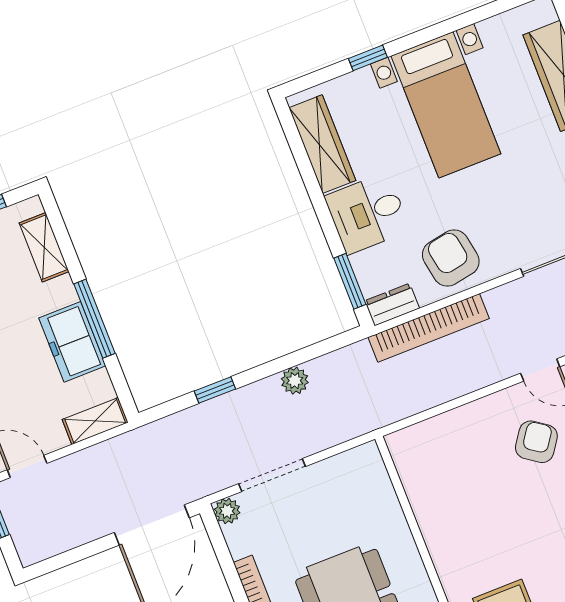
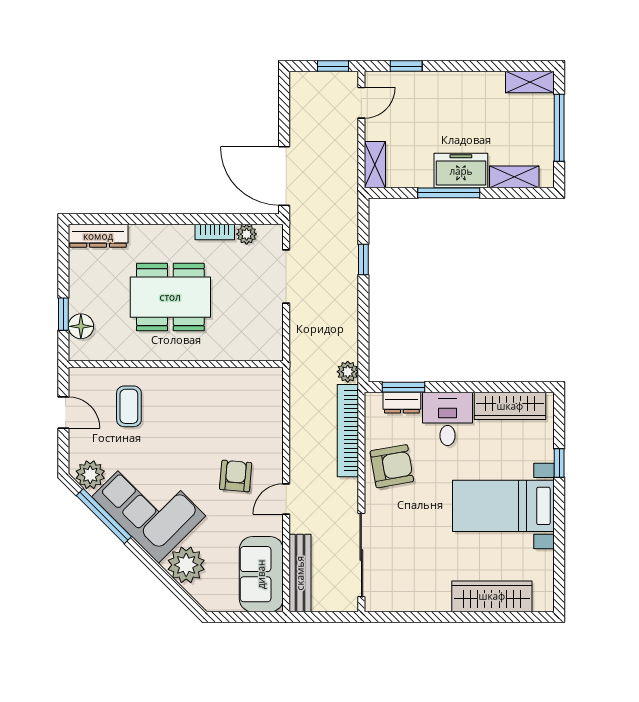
dresser: (392, 305) -> (402, 403), moved, turned 90
freezer: (72, 342) -> (461, 171), moved
plant: (295, 381) -> (348, 372), moved
armchair: (536, 442) -> (236, 476), turned -120
plant: (227, 511) -> (247, 234), moved

